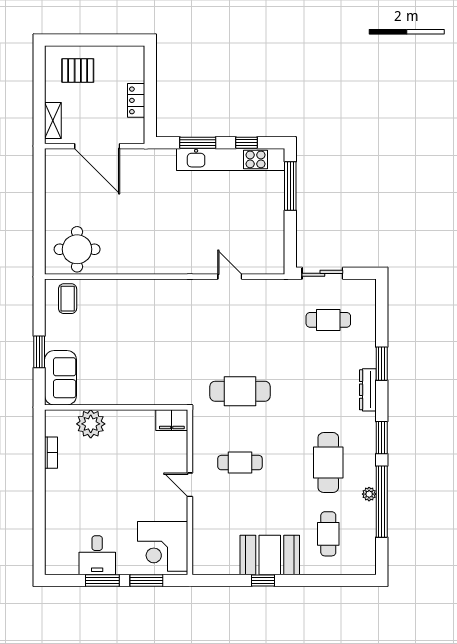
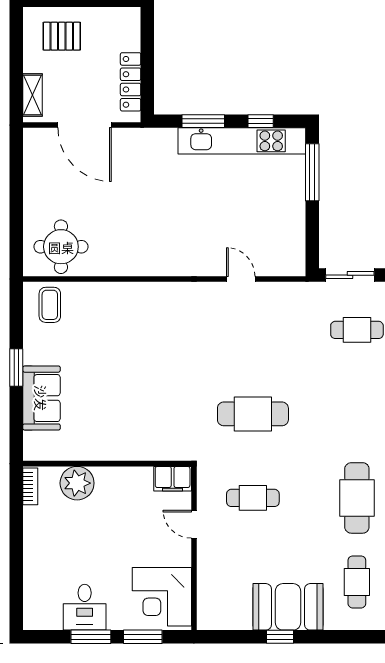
locker: (136, 100) -> (131, 82), width x1.53
wall: (116, 407) -> (107, 464), moved
filing cabinet: (172, 420) -> (173, 479), moved
plant: (91, 424) -> (77, 483), moved

